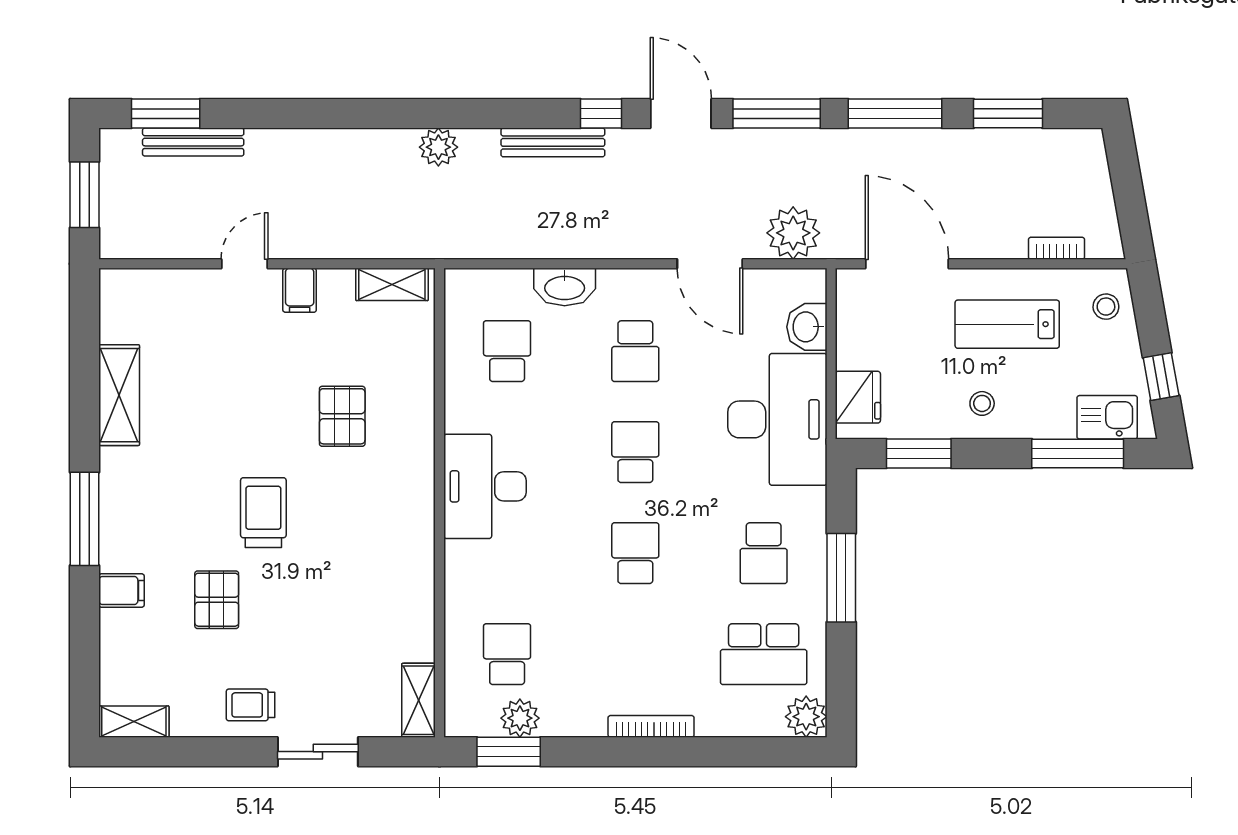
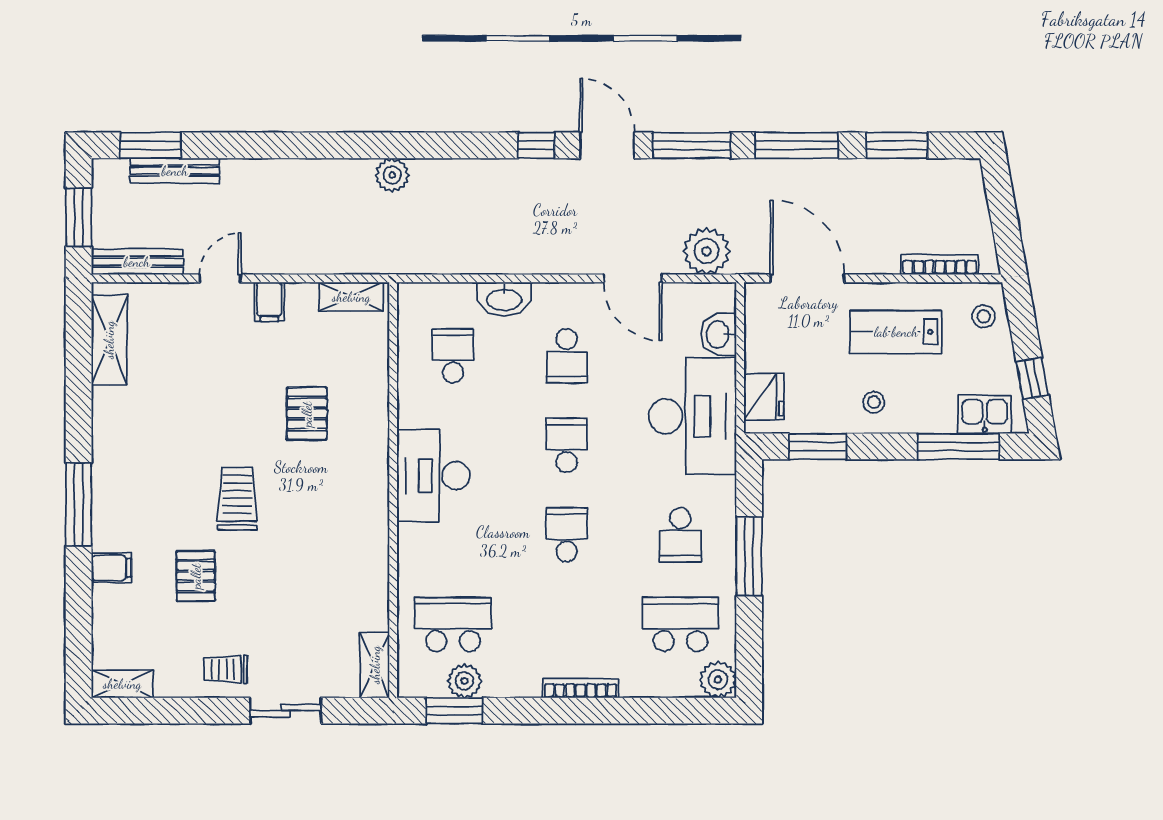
bench: (553, 142) -> (137, 262), moved
bookcase: (1057, 248) -> (940, 265), width x1.56
shelving: (119, 395) -> (109, 340), moved
school desk: (507, 654) -> (453, 624), width x1.85
school desk: (764, 654) -> (680, 624), turned 180

